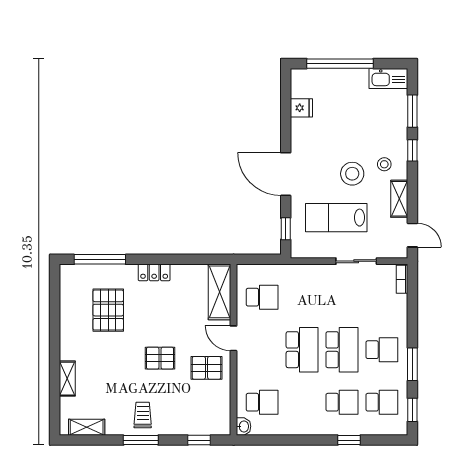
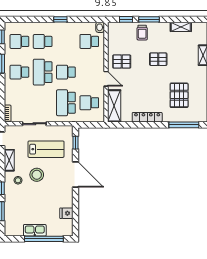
kitchen sink: (388, 78) -> (35, 230), moved
locker: (154, 272) -> (147, 117), width x1.53
school desk: (302, 297) -> (66, 103), added
school desk: (302, 350) -> (66, 72), width x0.54
pallet: (160, 358) -> (158, 59), moved
trolley: (143, 415) -> (142, 33), moved
shelving: (87, 427) -> (181, 27), moved
window: (141, 440) -> (149, 19), moved
window: (349, 440) -> (60, 19), moved

